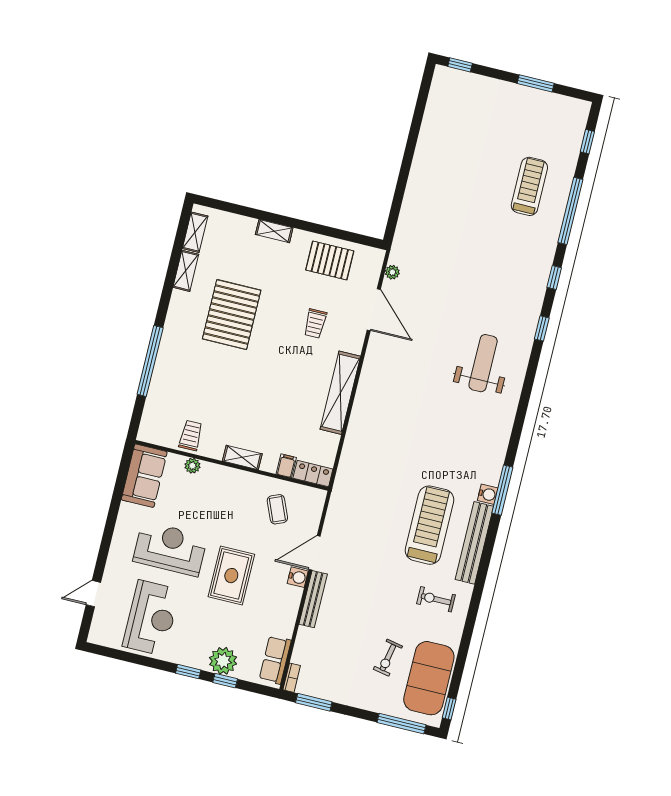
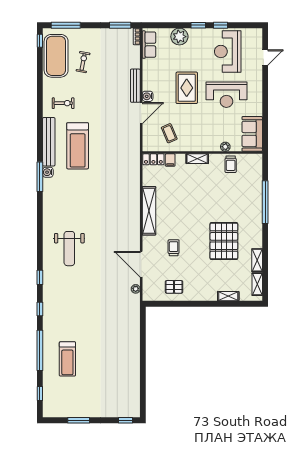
shelving: (274, 231) -> (228, 296), moved
pallet: (330, 260) -> (174, 287), width x0.67, depth x0.71
window: (225, 681) -> (221, 25), moved

